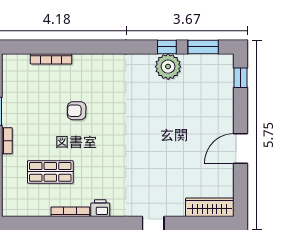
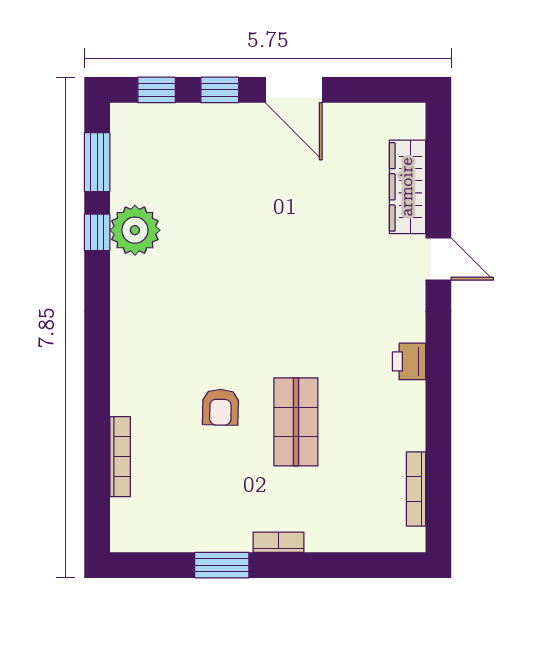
window: (240, 110) -> (220, 90), added
shop shelf: (50, 172) -> (296, 422), moved
wardrobe: (210, 207) -> (407, 187), moved
bookcase: (70, 212) -> (416, 489), moved

